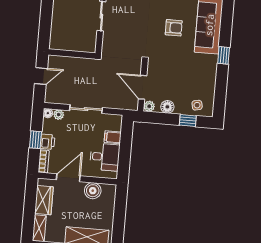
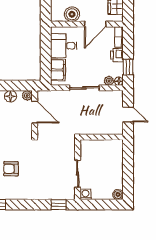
door: (41, 76) -> (128, 114), swing flipped
filing cabinet: (113, 137) -> (58, 70), width x2.00
window: (36, 140) -> (128, 67), moved

